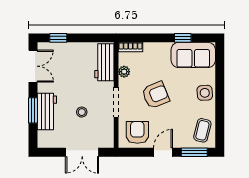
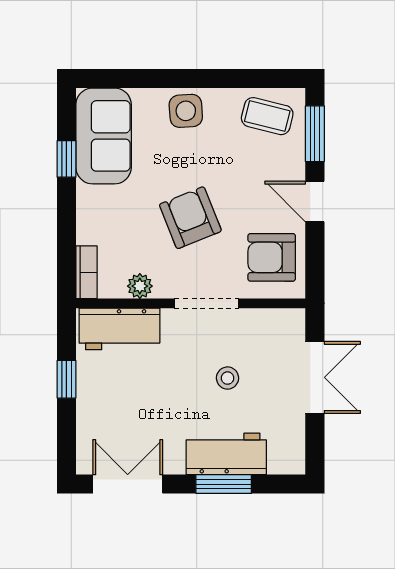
window: (58, 38) -> (66, 379), moved

